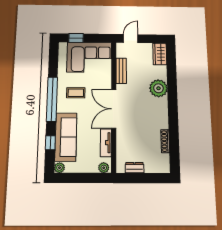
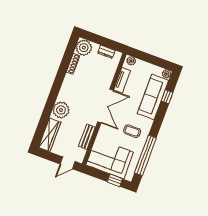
wardrobe: (160, 54) -> (50, 135), width x1.50
window: (52, 99) -> (145, 155), moved
plant: (161, 163) -> (84, 48), added

